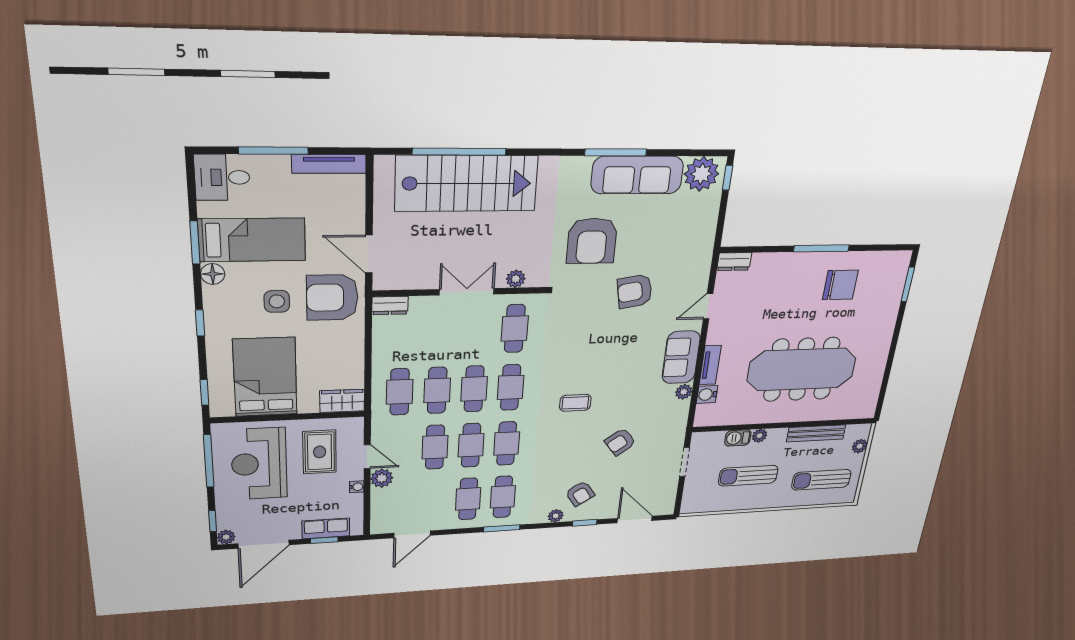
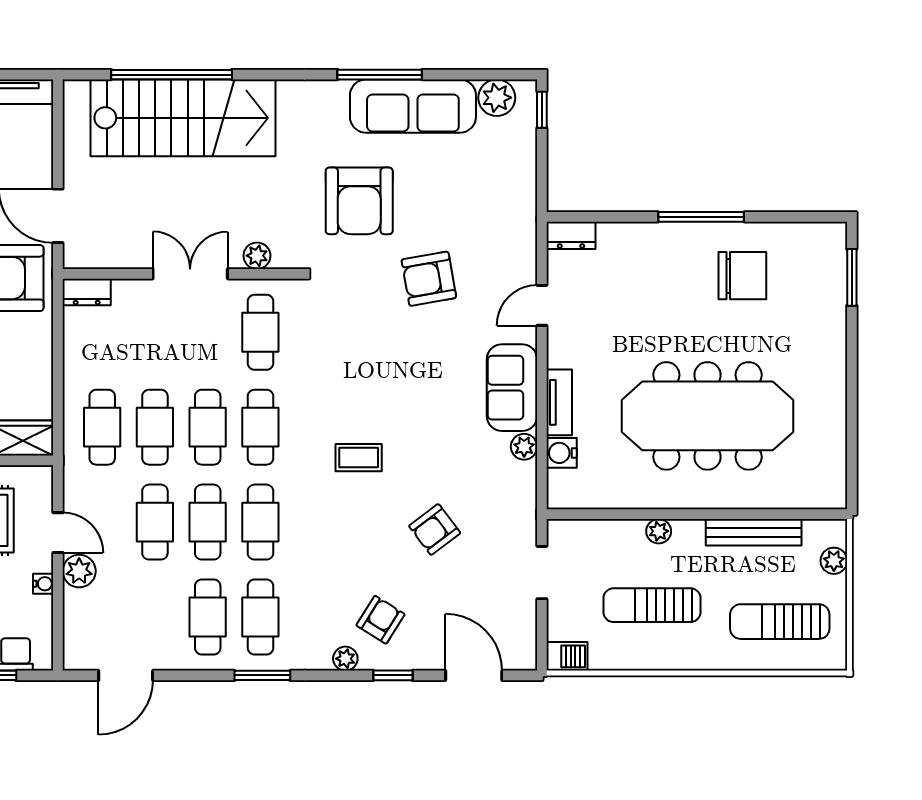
plant: (701, 174) -> (497, 98), width x0.73, depth x0.73
barbecue: (738, 438) -> (567, 656), moved, turned 180
armchair: (580, 494) -> (380, 620), turned -115

